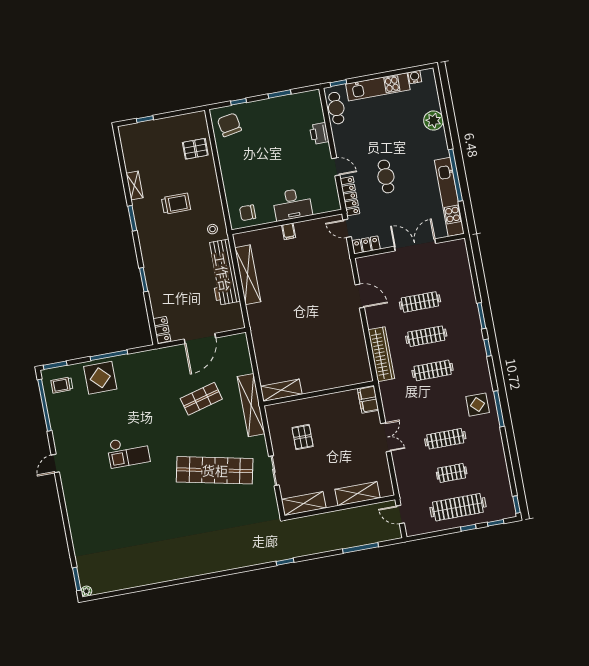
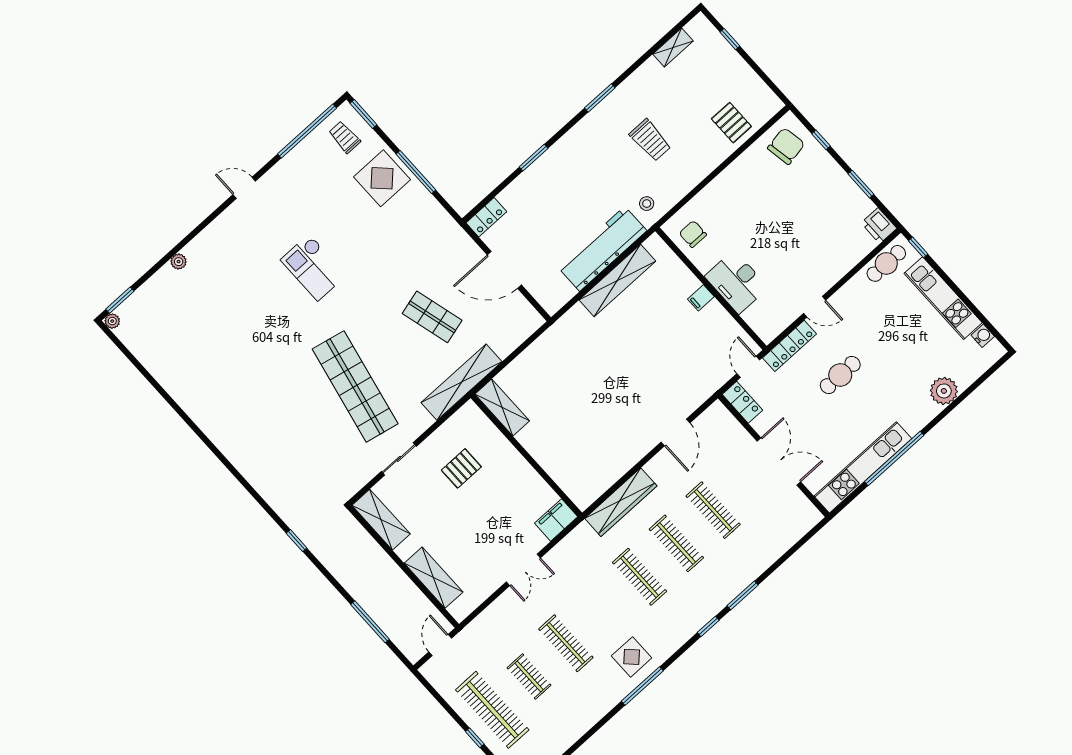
printer: (319, 133) -> (879, 226), moved, turned -90
door: (336, 167) -> (815, 307), hinge flipped
shelving: (134, 186) -> (673, 47), moved
plant: (75, 530) -> (179, 262), added

